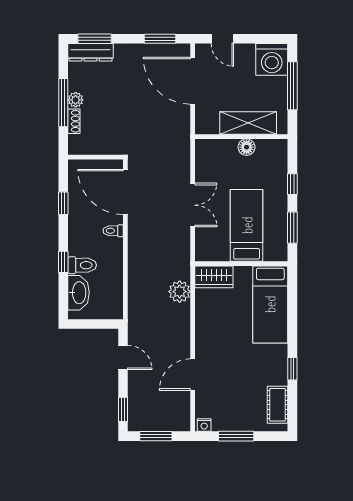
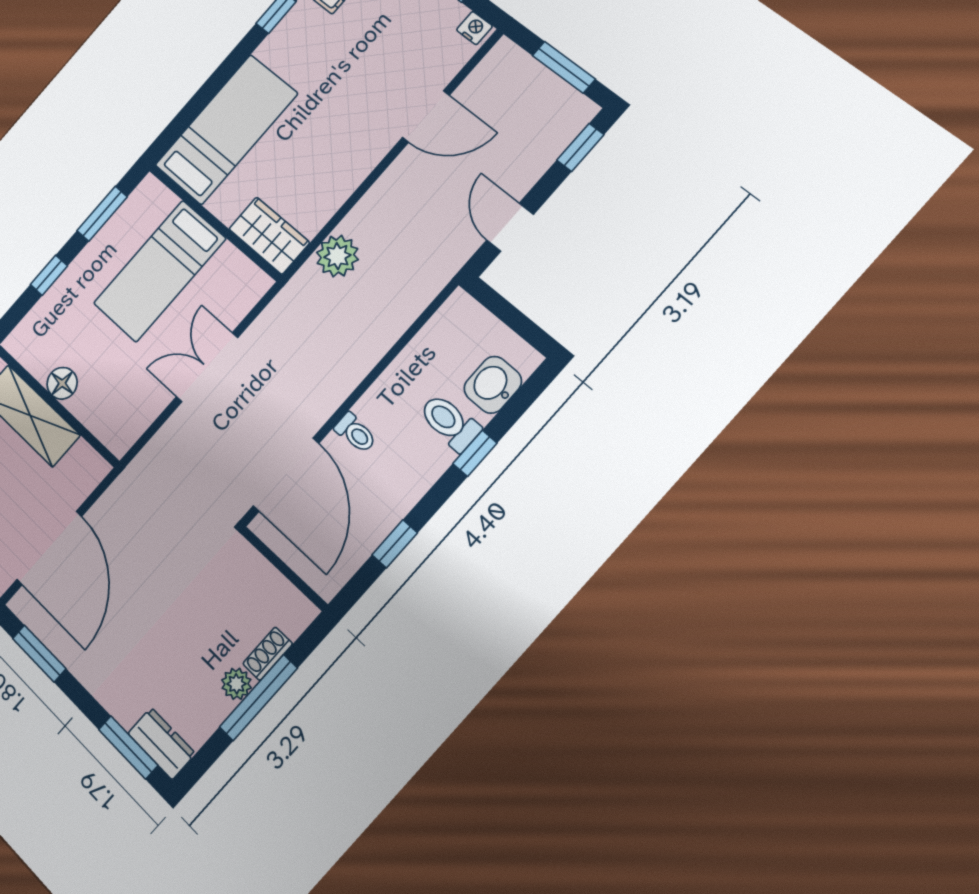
dresser: (91, 52) -> (162, 743), width x0.70
washbasin: (79, 293) -> (493, 385), width x0.72

